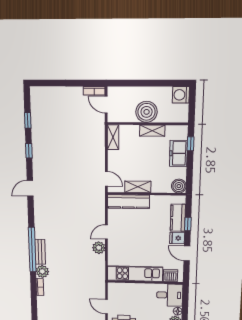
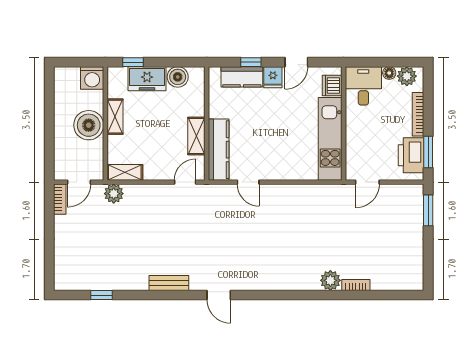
washing machine: (181, 95) -> (92, 78), moved
window: (29, 151) -> (145, 295), removed
boiler: (179, 186) -> (178, 77), moved
door: (30, 188) -> (219, 295), moved
door: (106, 232) -> (248, 182), moved
plant: (99, 248) -> (114, 194), moved
window: (32, 249) -> (296, 295), removed
bench: (40, 252) -> (169, 283), moved
door: (106, 307) -> (367, 182), moved

